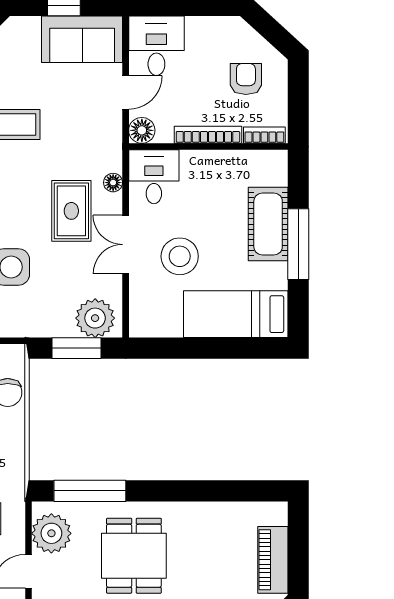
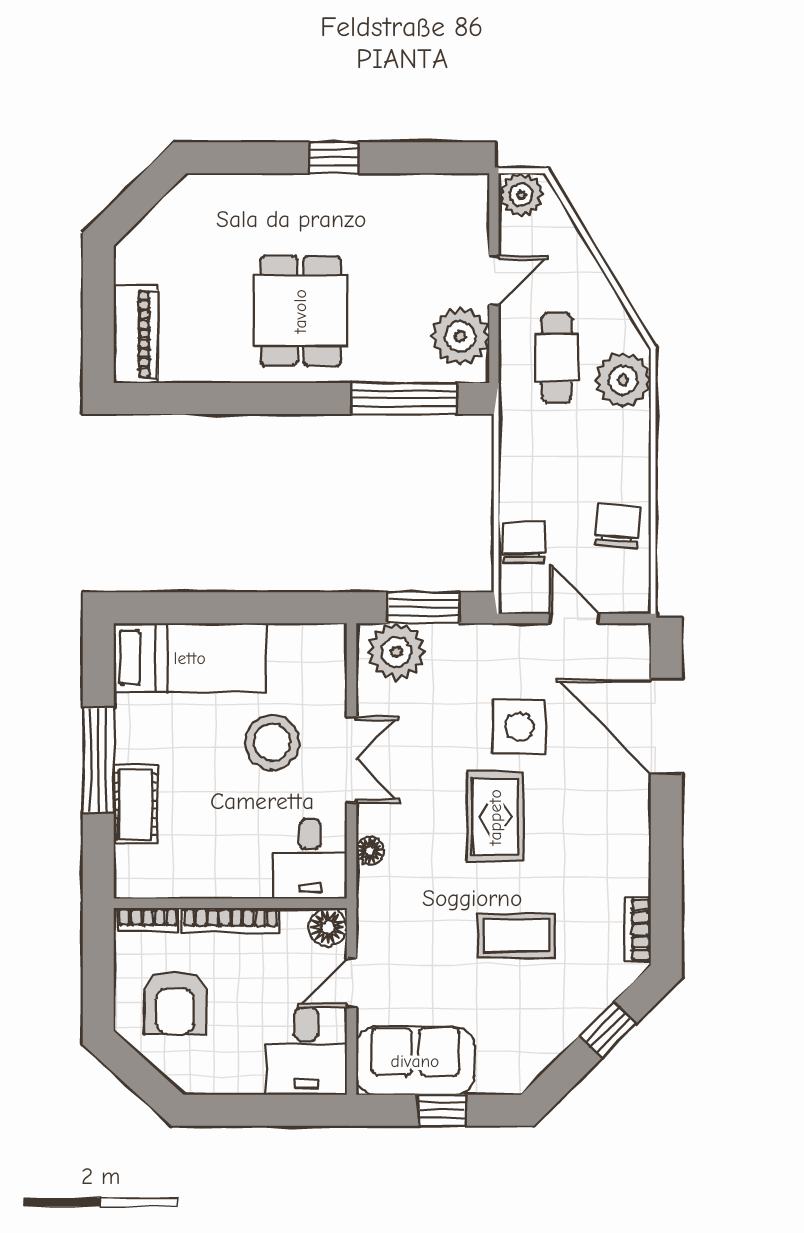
armchair: (246, 79) -> (175, 1002), width x1.38, depth x1.38
rug: (71, 211) -> (495, 817), moved
cot: (268, 224) -> (135, 804), width x0.73, depth x0.75
dining table: (134, 556) -> (300, 311), moved
piano: (273, 560) -> (136, 334), moved

